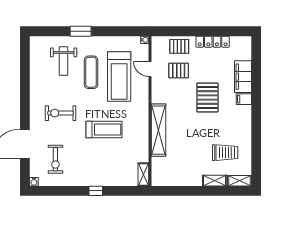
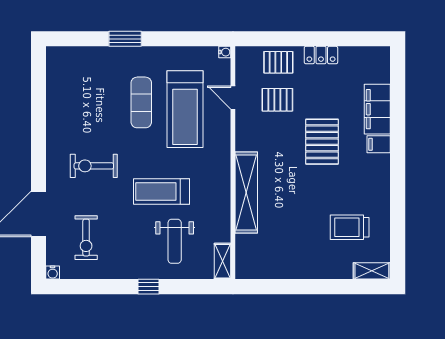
locker: (213, 42) -> (321, 55), width x0.66
weight bench: (64, 61) -> (175, 241), moved
treadmill: (104, 130) -> (162, 191), turned 180
trolley: (225, 153) -> (350, 227), turned 180
shelving: (215, 181) -> (333, 271), removed

